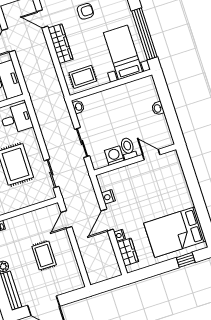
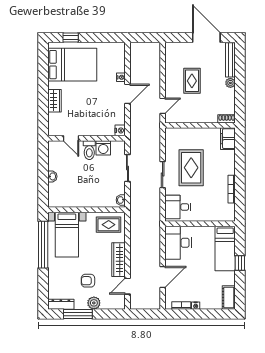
door: (42, 19) -> (127, 286), swing flipped
sliding door: (51, 174) -> (163, 175), moved
nightstand: (108, 197) -> (120, 130), moved
wardrobe: (128, 252) -> (54, 101), moved, turned 180

